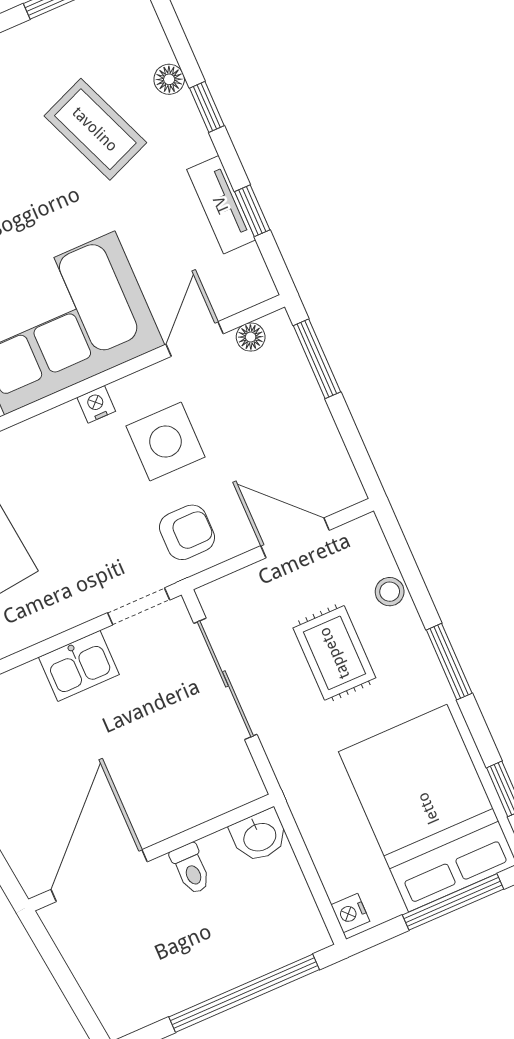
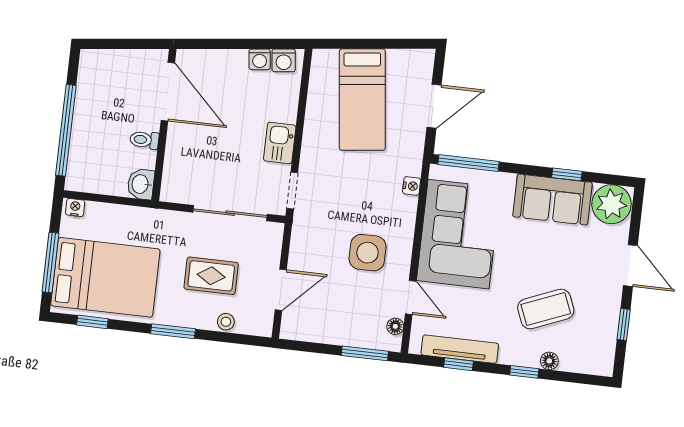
tv unit: (221, 205) -> (460, 349), width x1.41
nightstand: (96, 404) -> (412, 186), moved
armchair: (187, 532) -> (315, 237), removed

